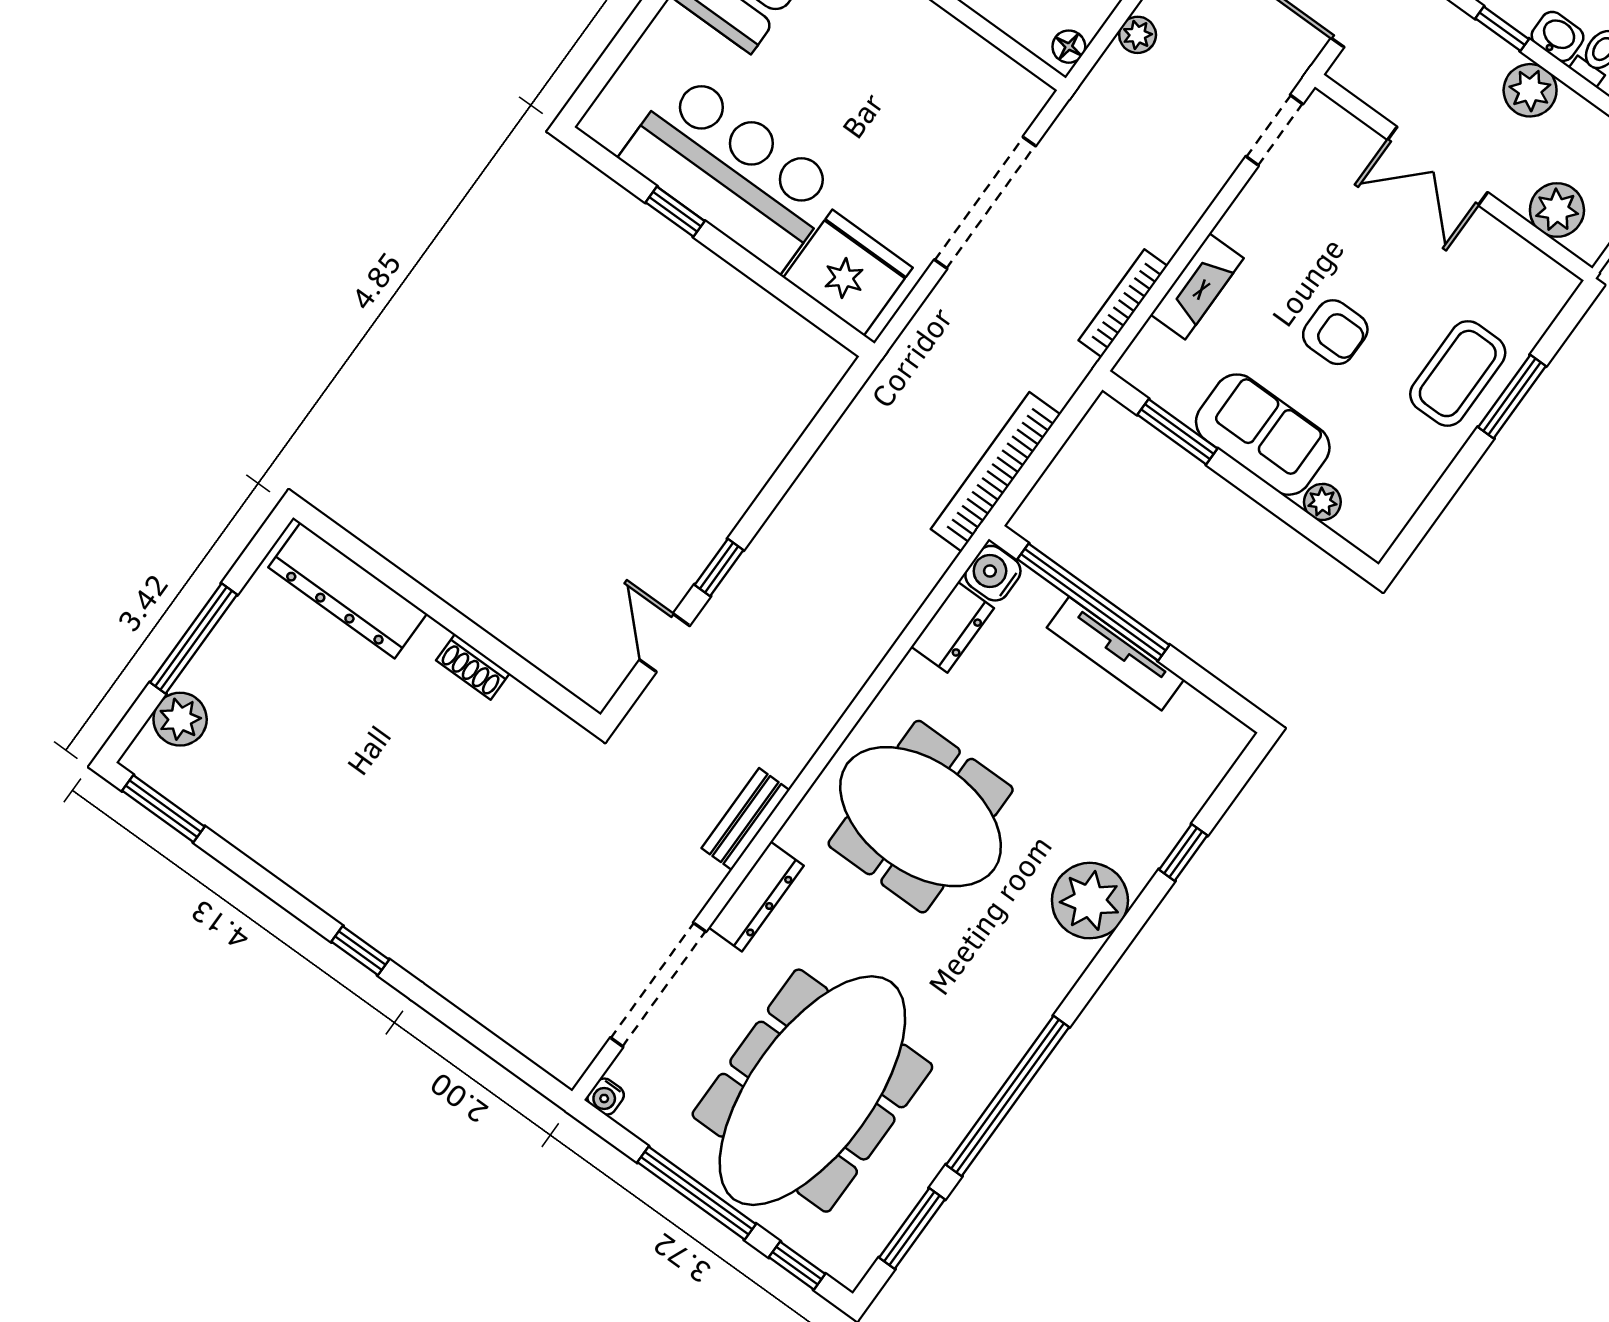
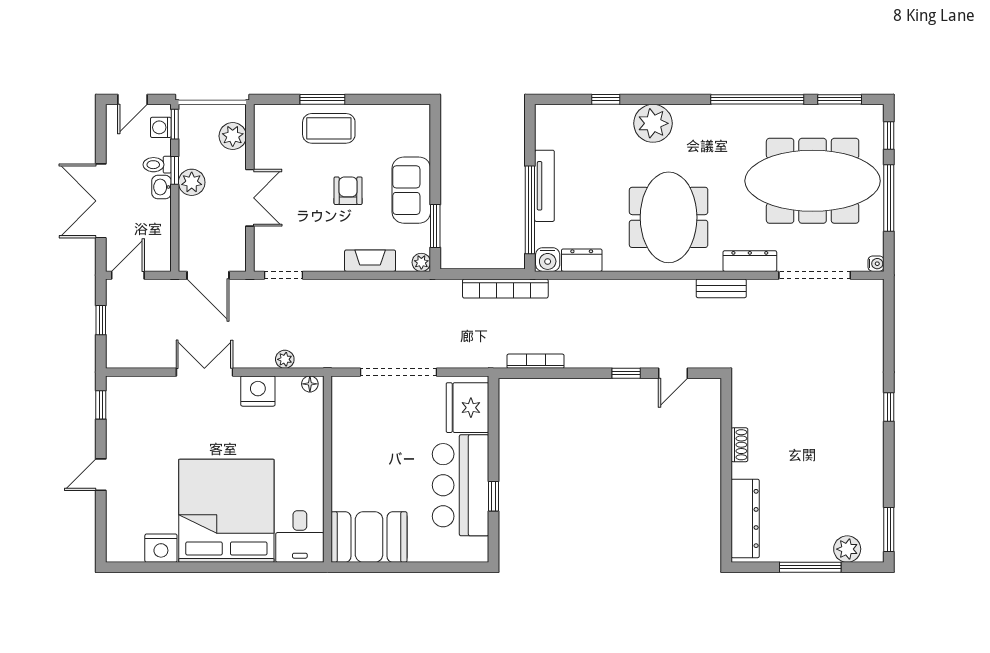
window: (1502, 29) -> (175, 170), moved
bookcase: (1123, 303) -> (536, 361), moved, turned 180
plant: (1322, 502) -> (421, 262), moved

